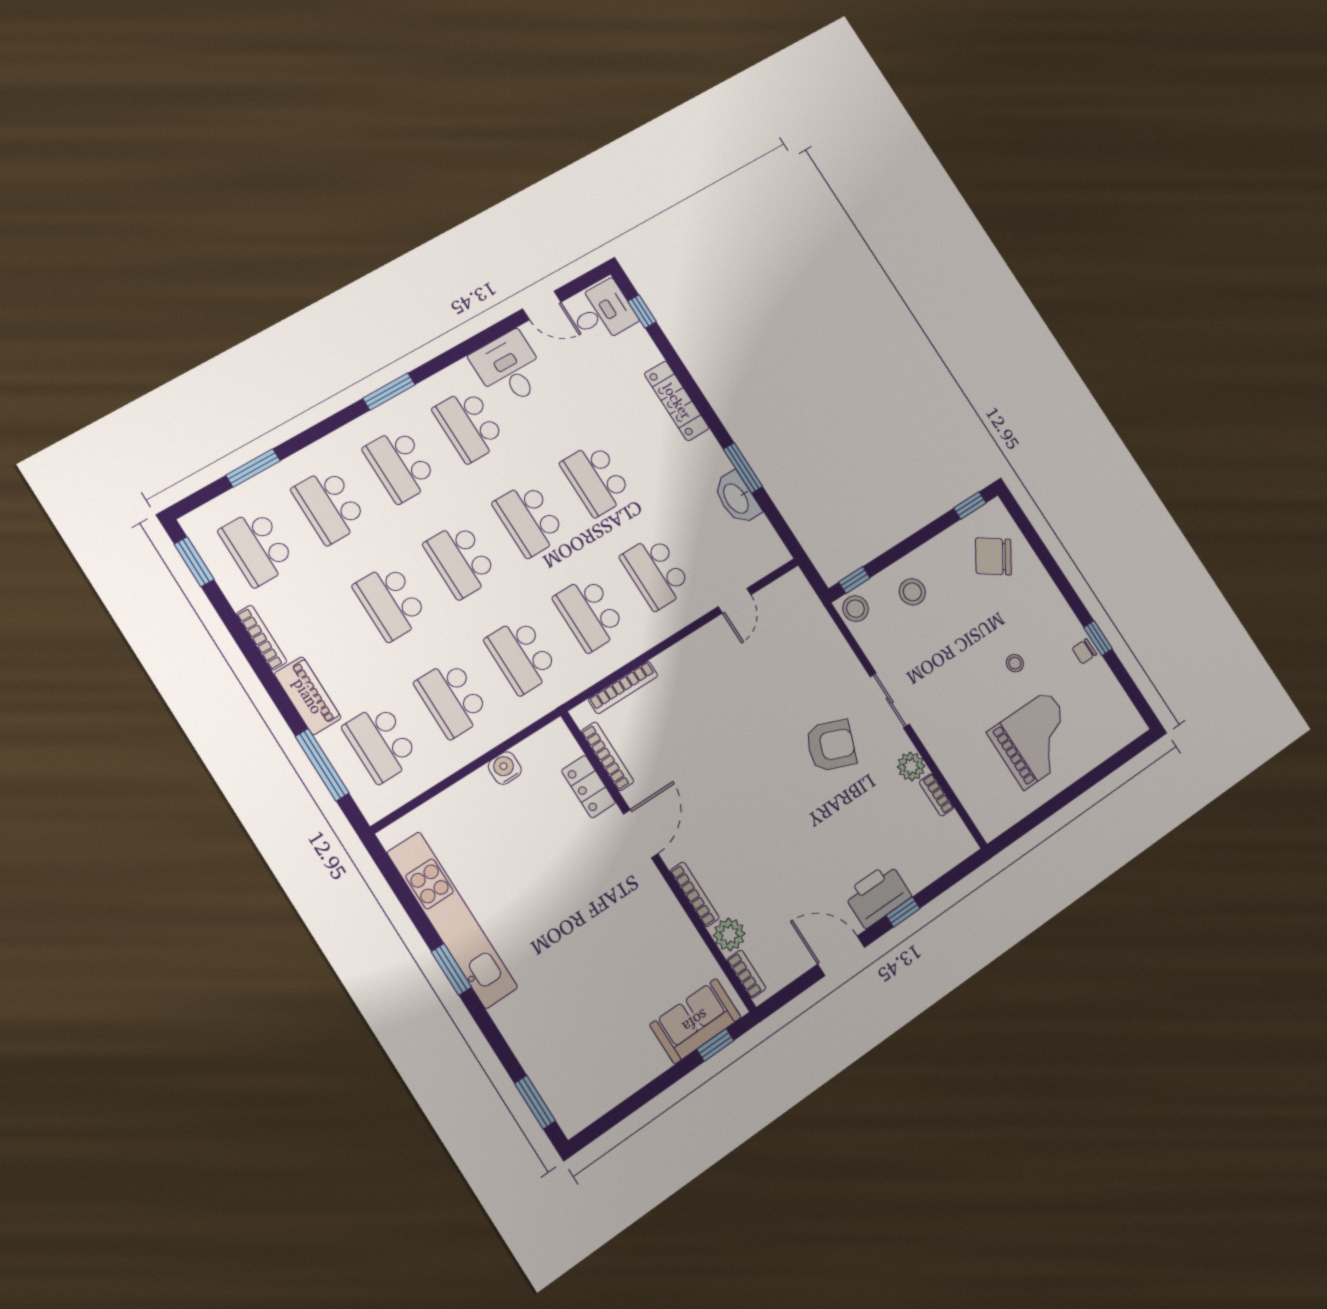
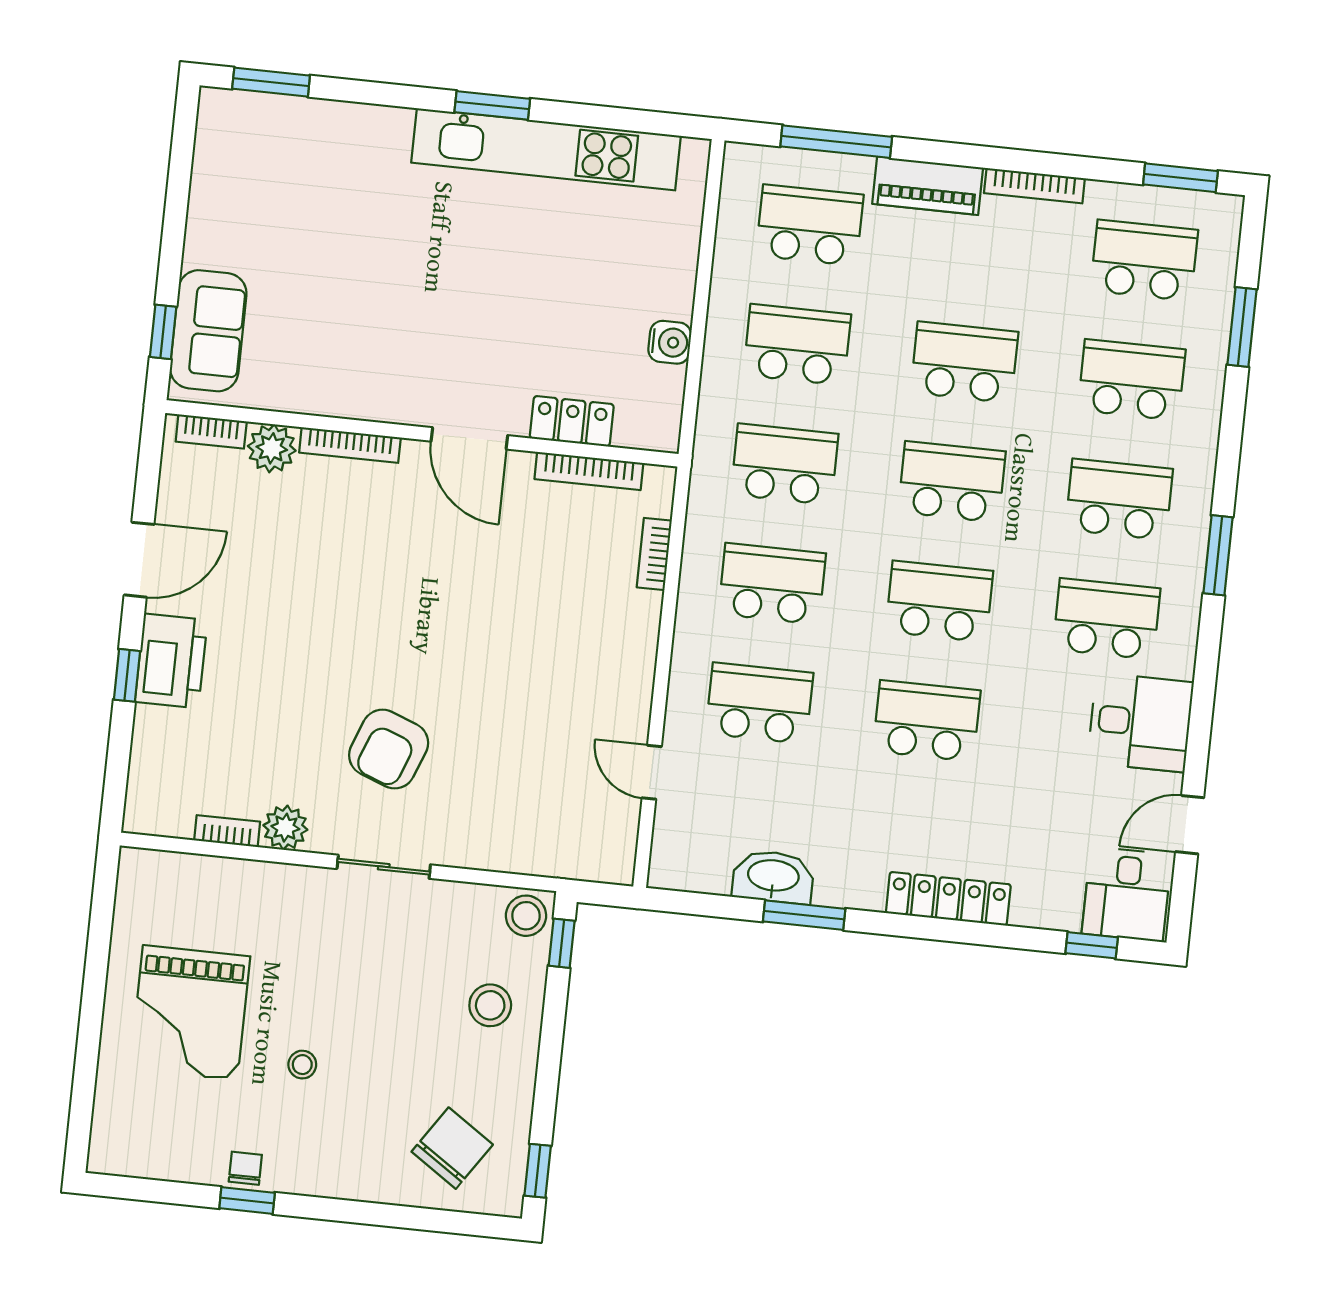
bookcase: (623, 687) -> (654, 554), width x0.64

